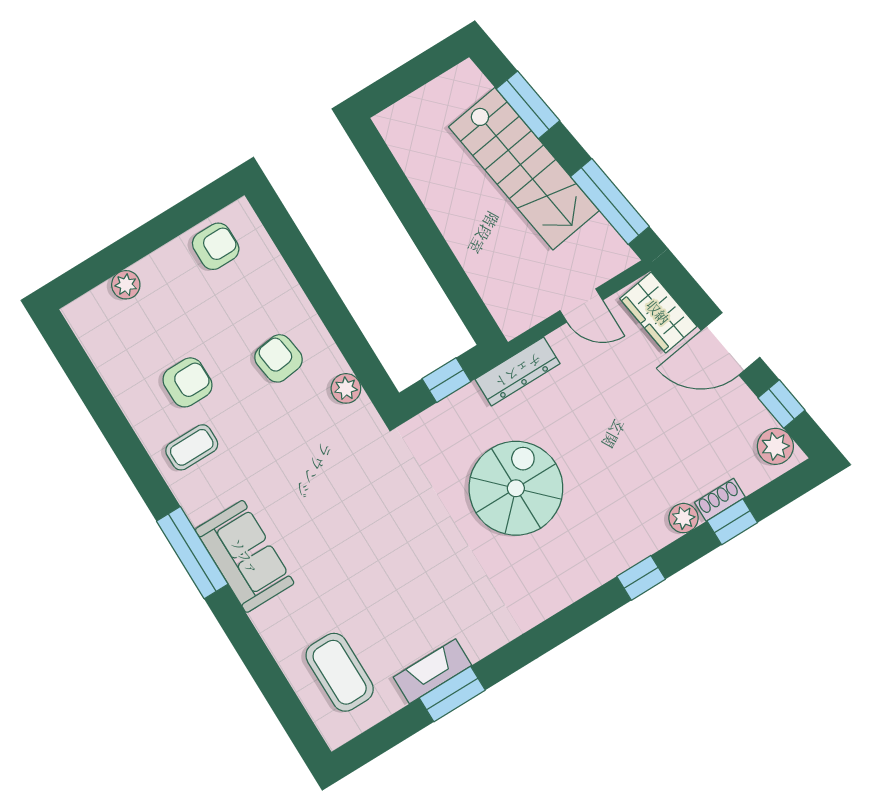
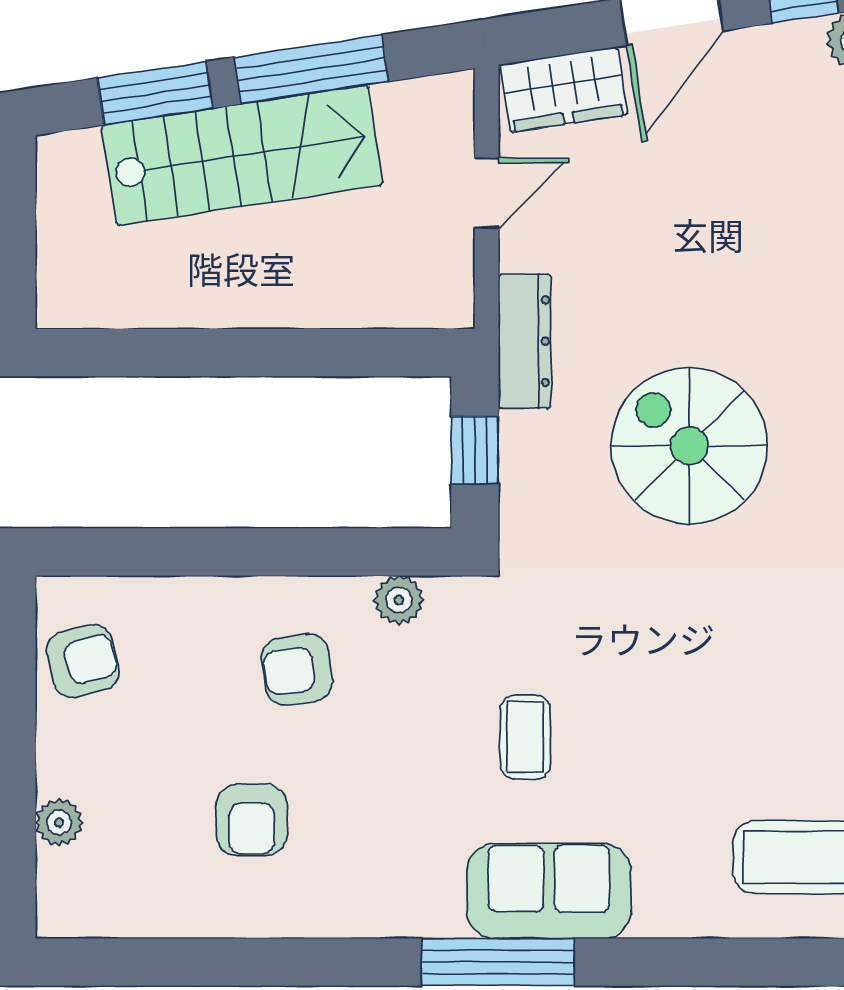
window: (610, 201) -> (311, 69), moved
armchair: (216, 246) -> (83, 661), turned 75
armchair: (188, 382) -> (252, 820), turned 180
coffee table: (192, 447) -> (525, 737), moved

